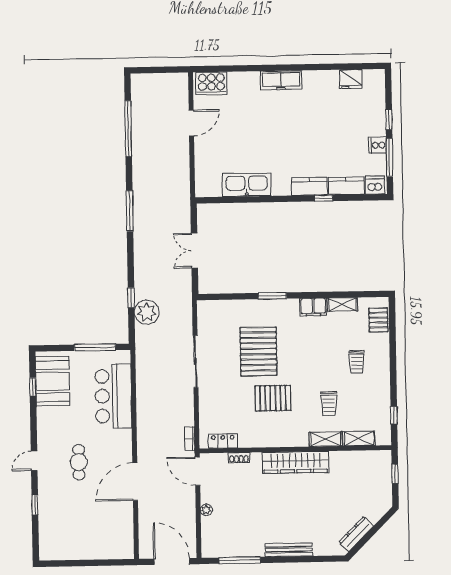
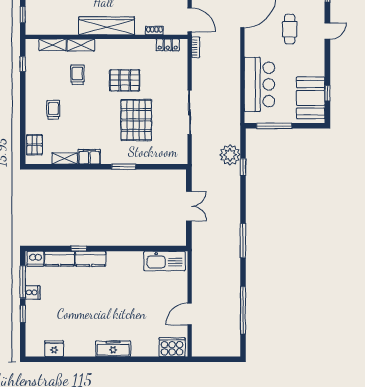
kitchen sink: (247, 185) -> (164, 261), moved

